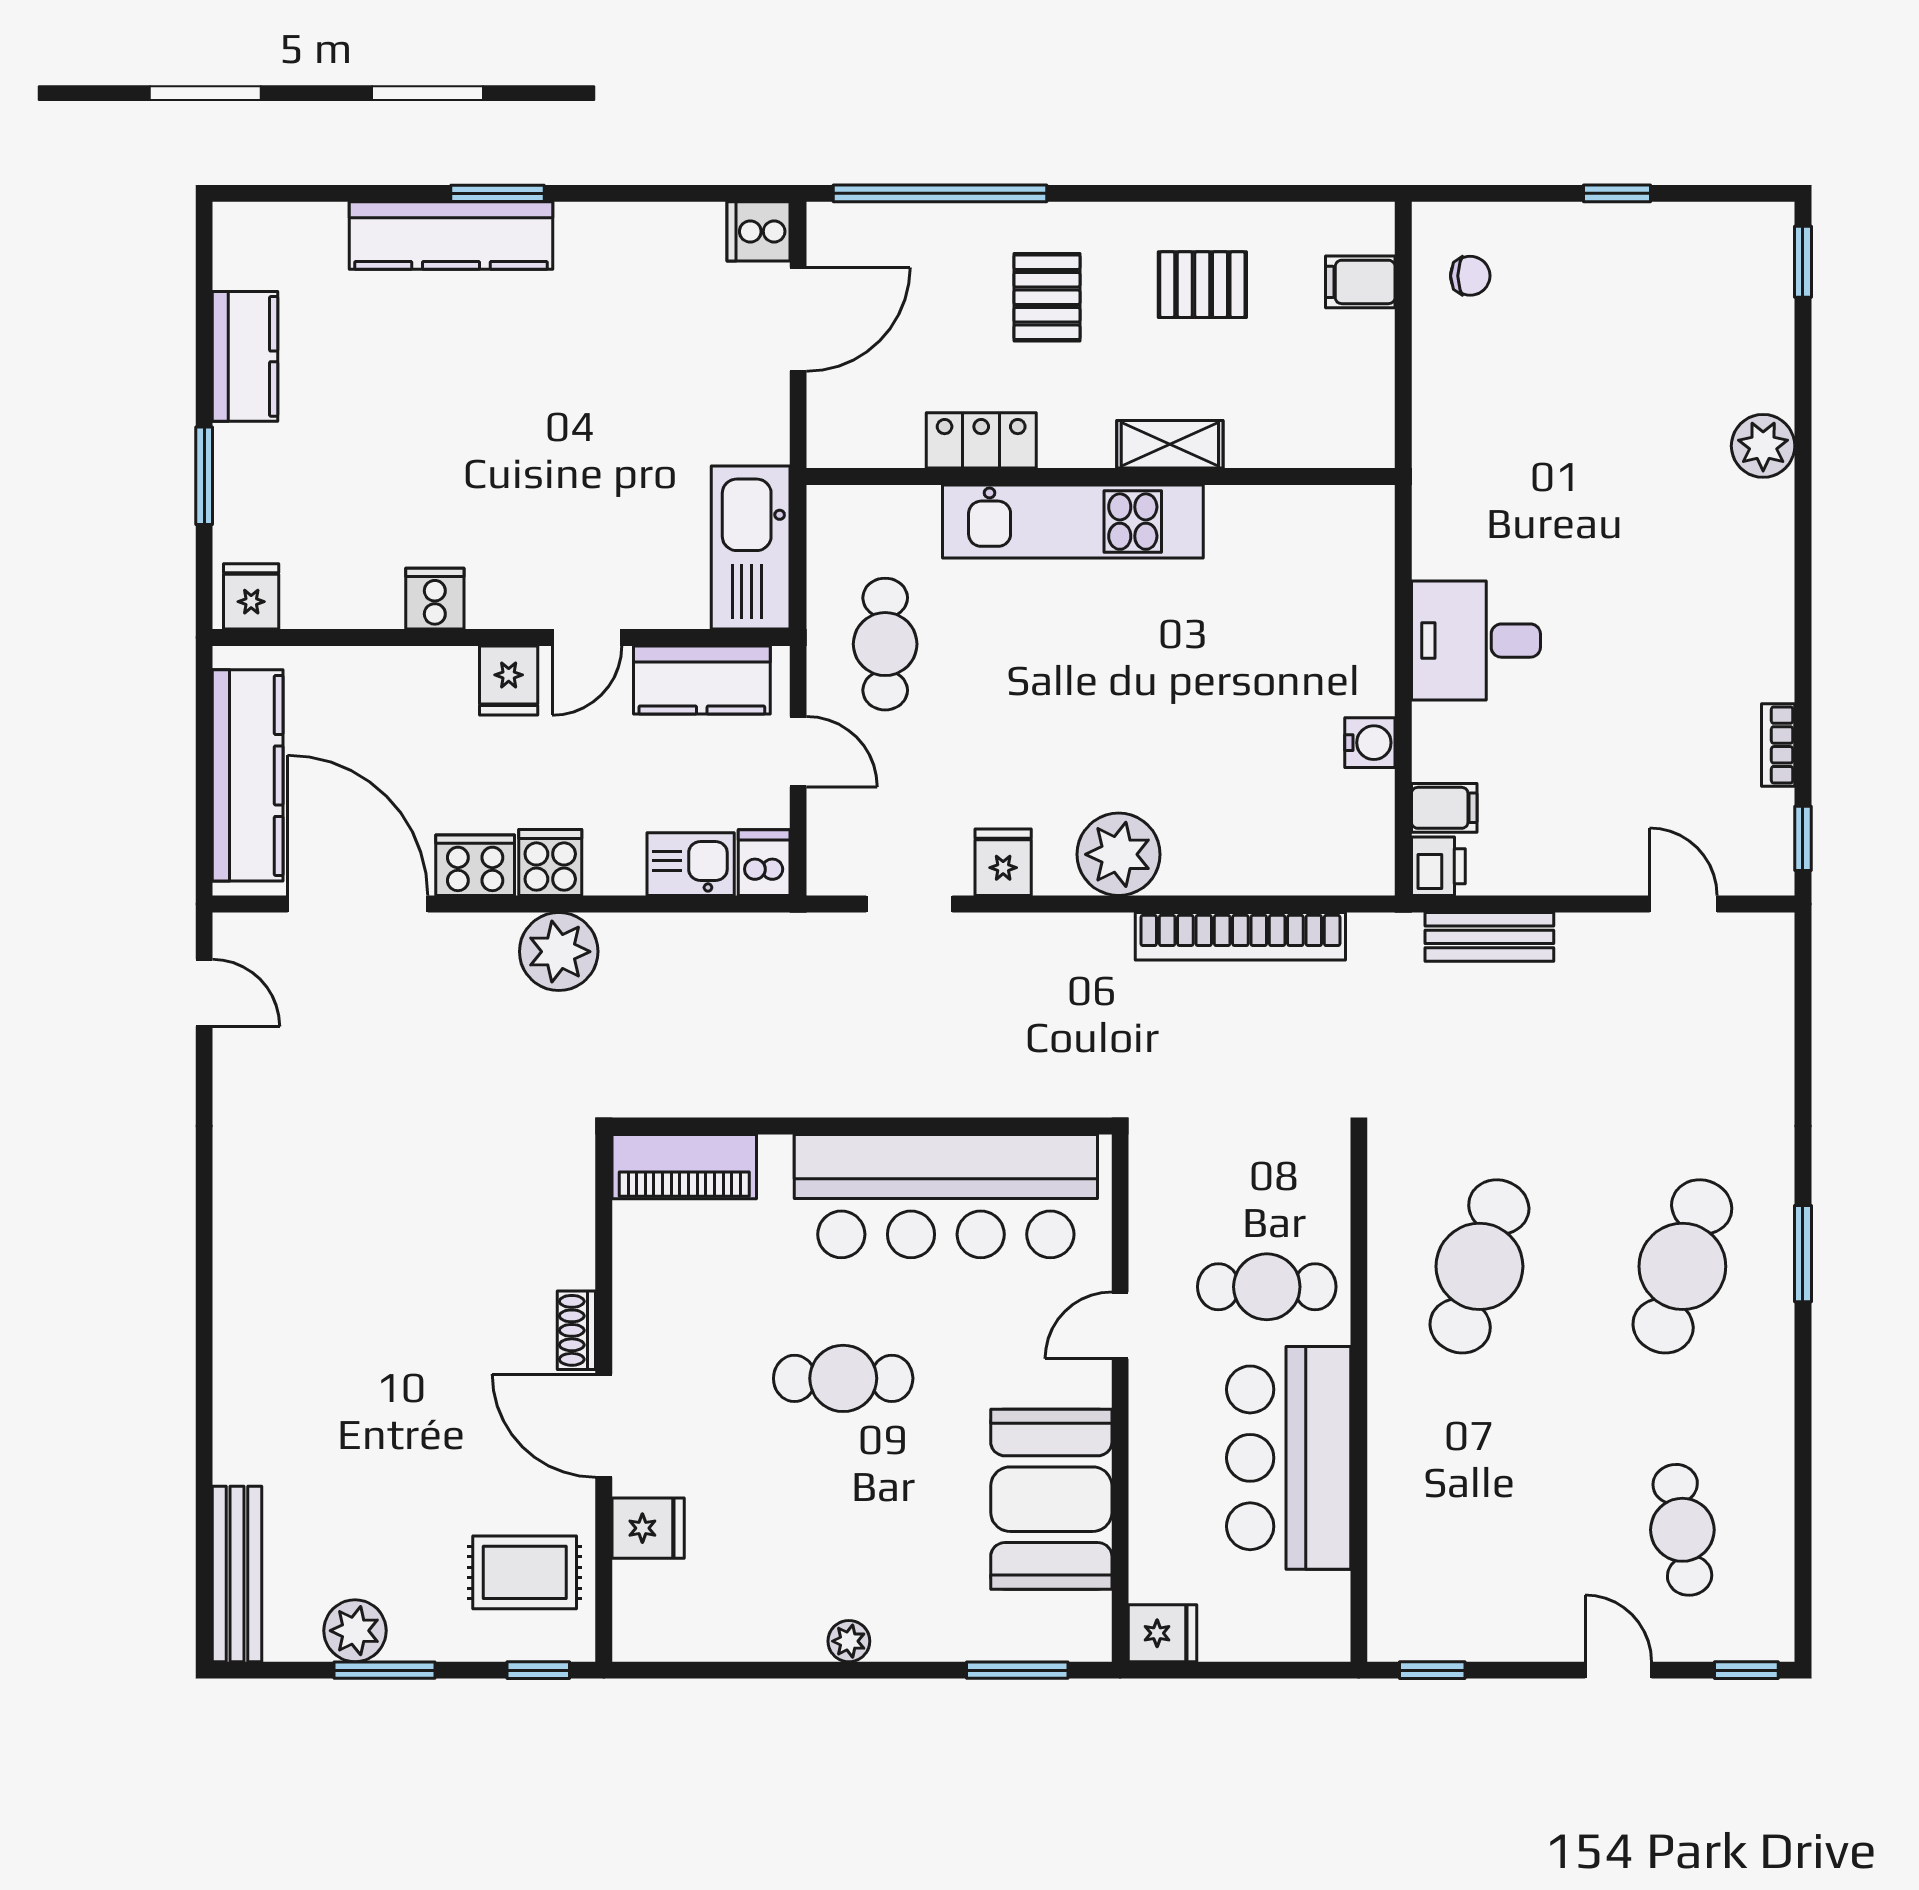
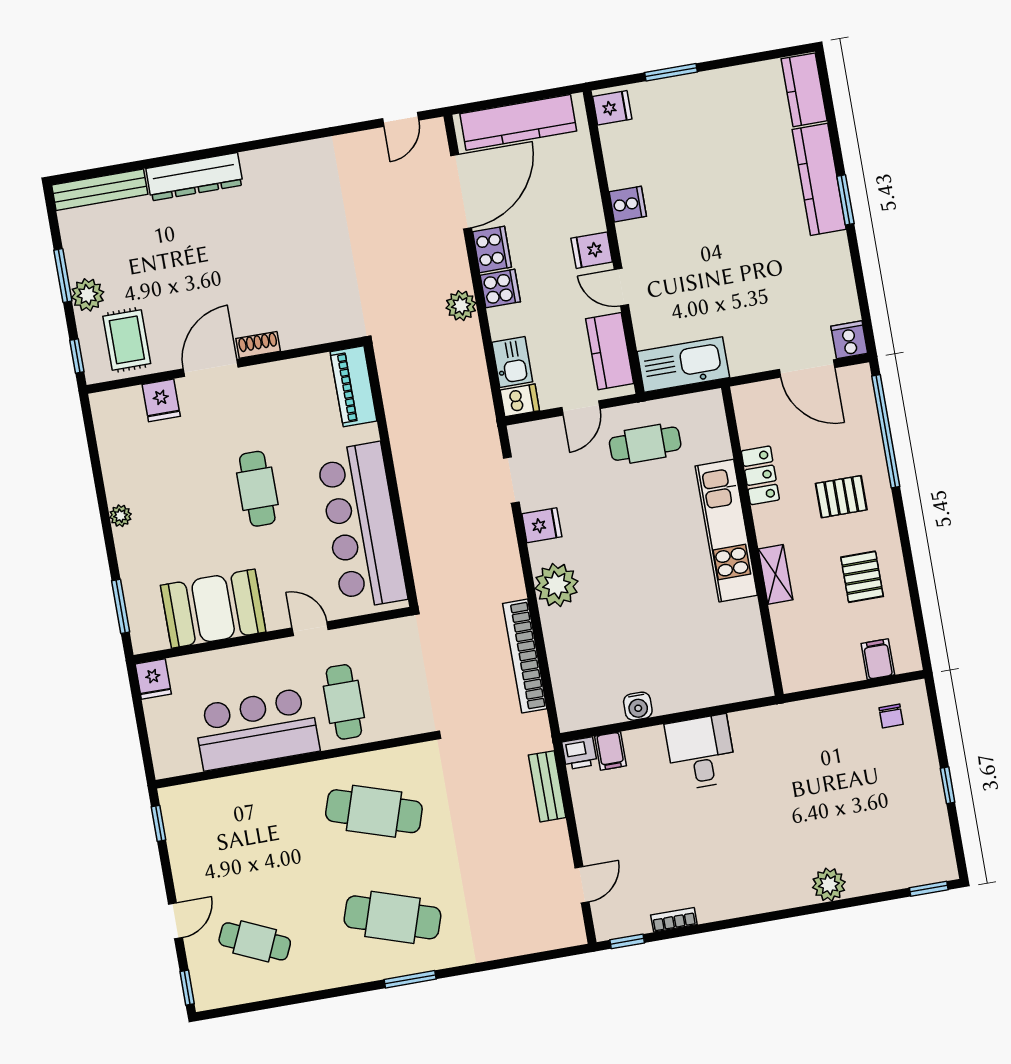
kitchen counter: (245, 356) -> (804, 90), moved, turned 90
plant: (559, 952) -> (461, 306), width x0.73, depth x0.73
dresser: (244, 1394) -> (194, 177), added
cafe table: (1682, 1530) -> (255, 941), turned 33
plant: (355, 1631) -> (88, 295), moved

